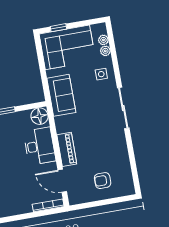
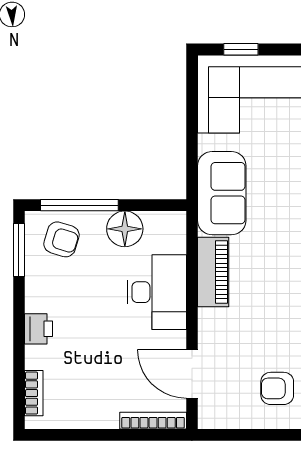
floor lamp: (39, 116) -> (125, 229), moved
piano: (67, 149) -> (213, 272), moved

